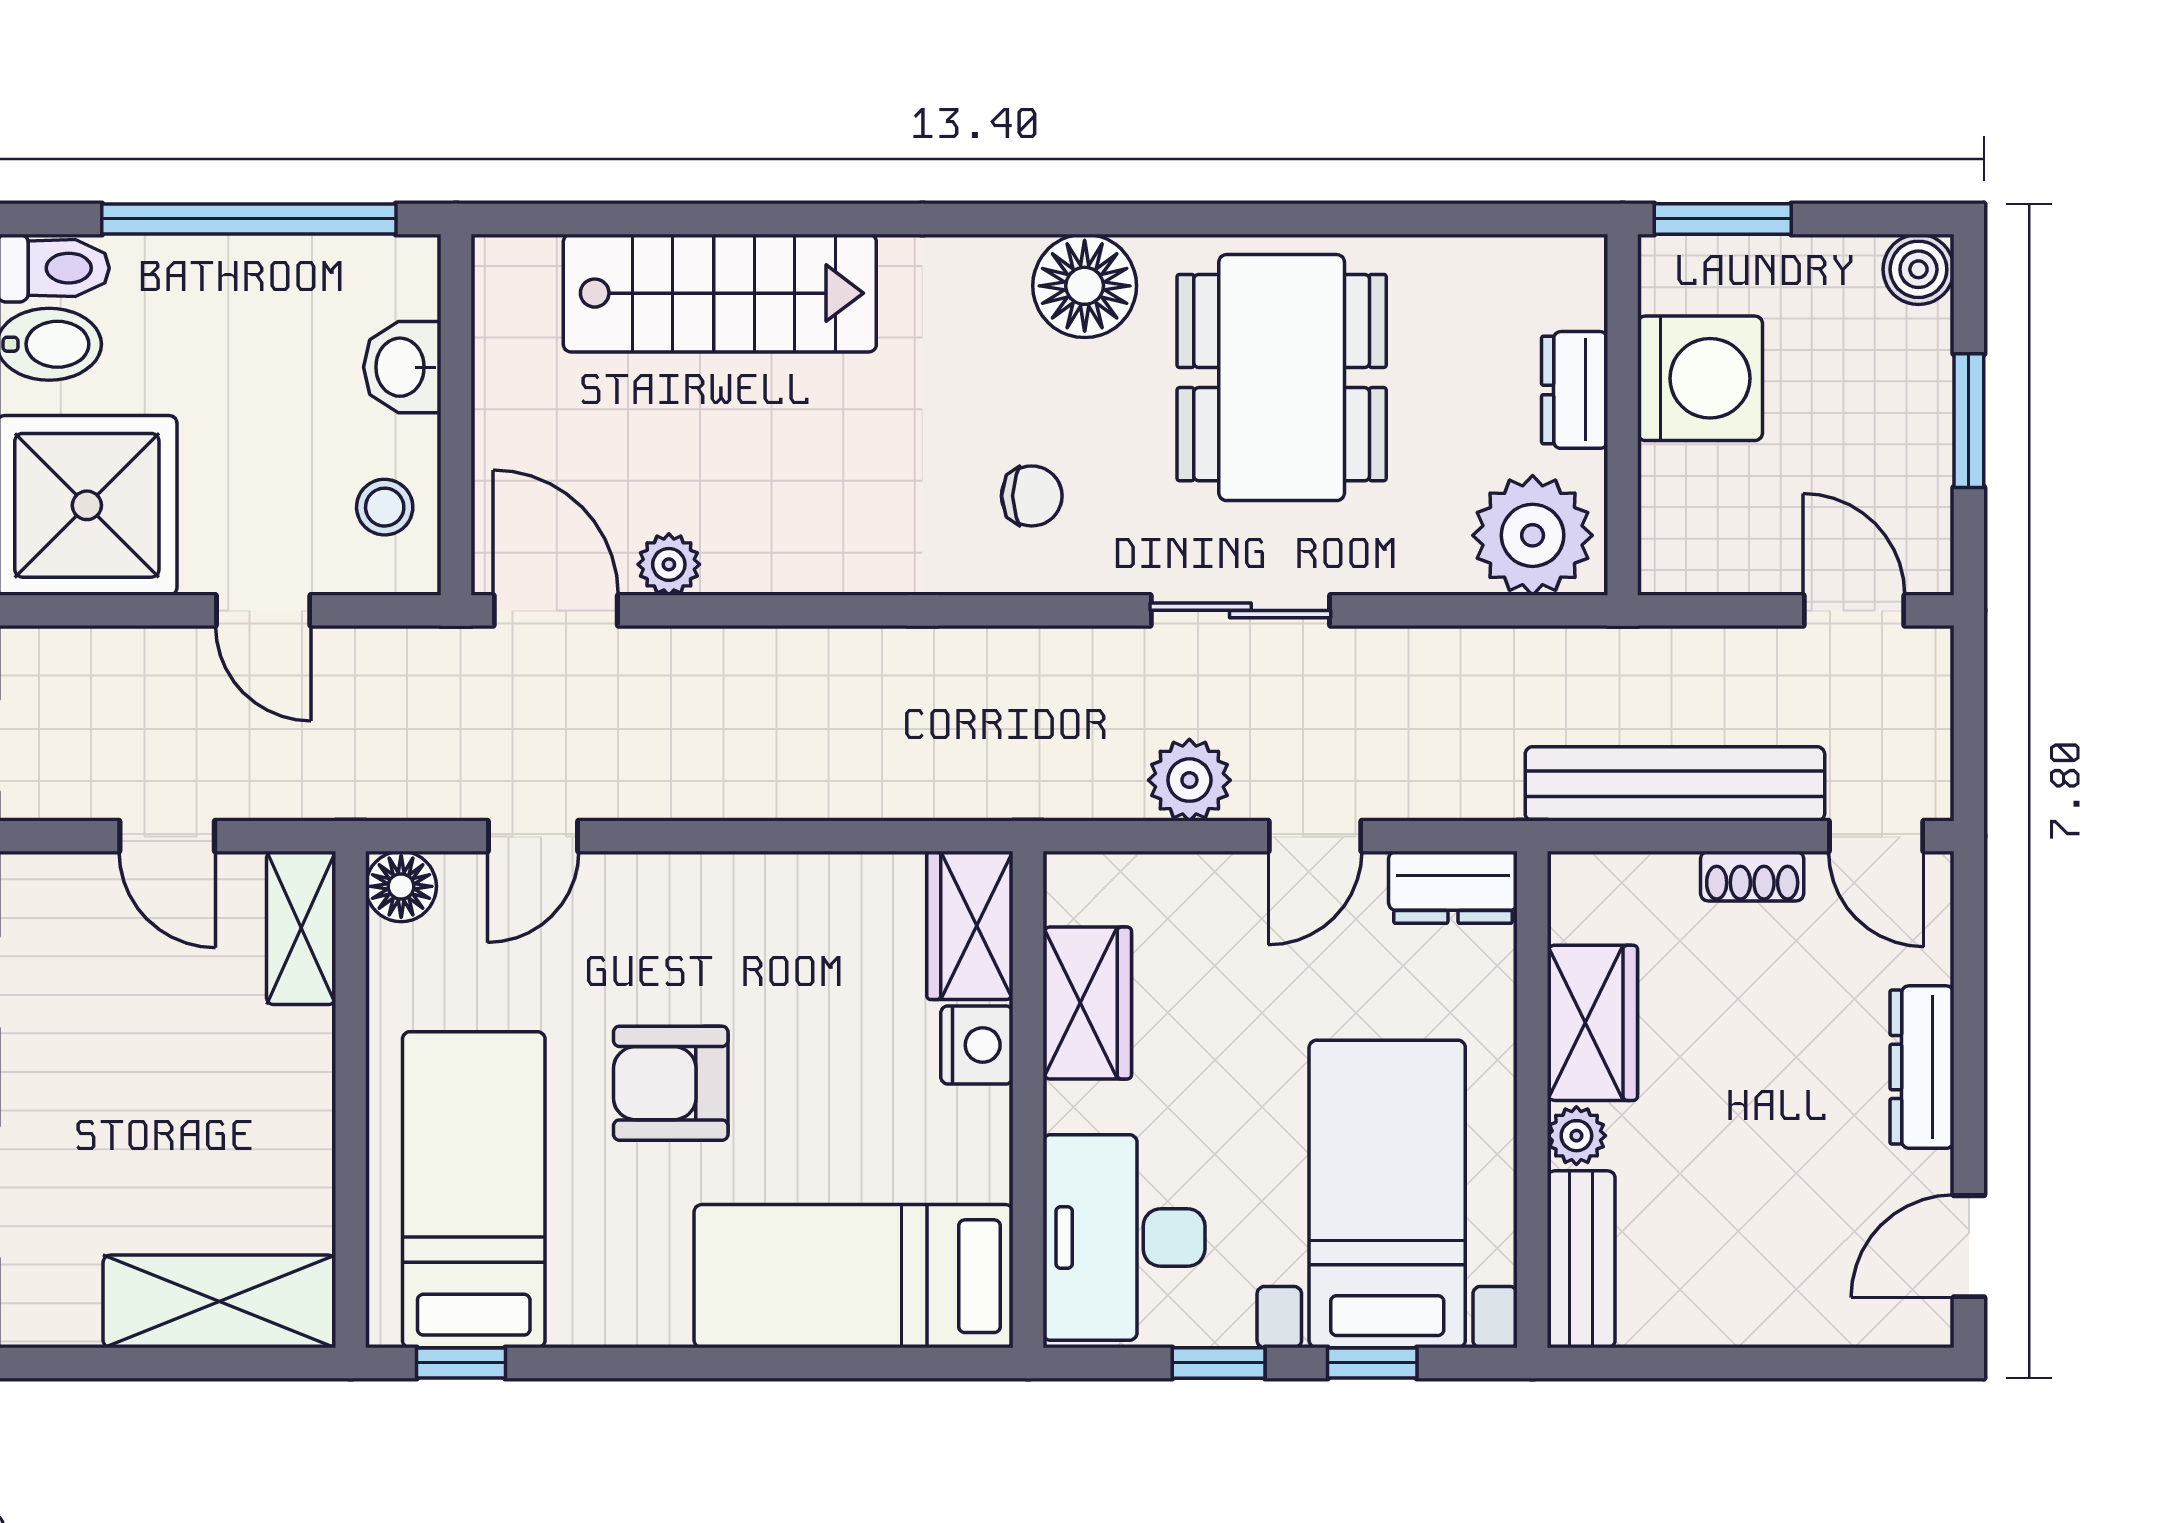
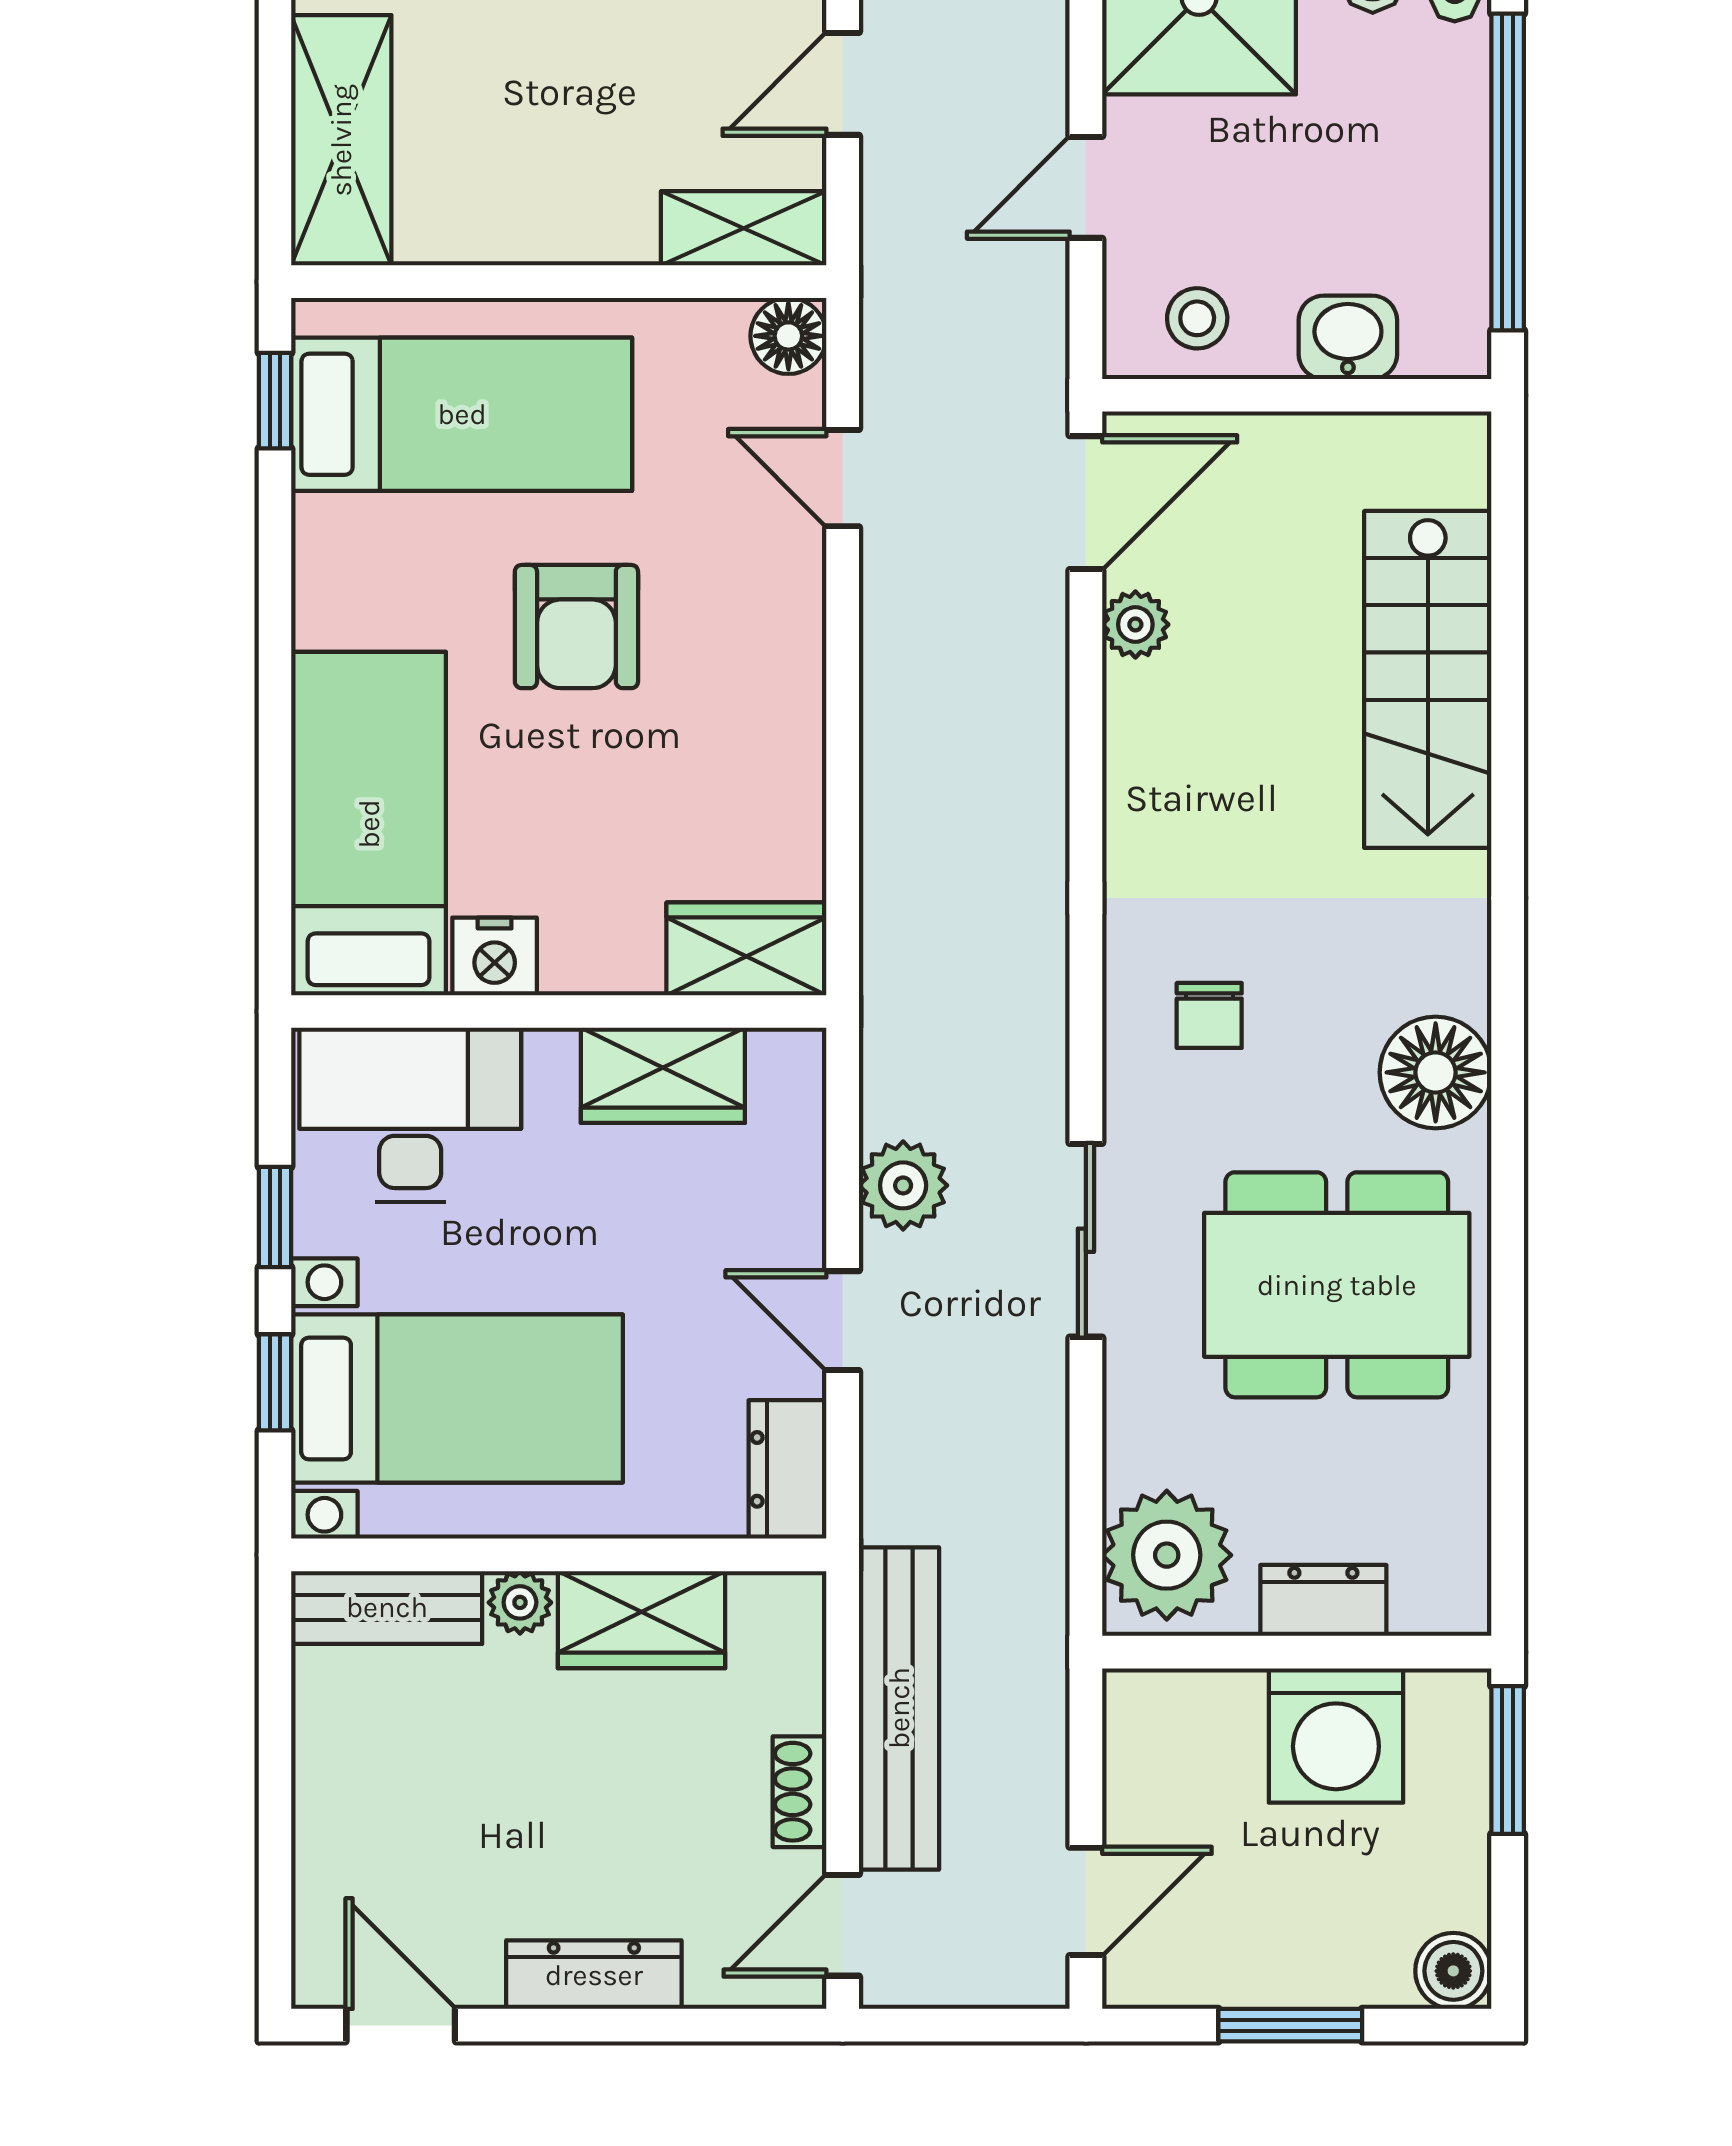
nightstand: (977, 1045) -> (495, 956), moved
armchair: (671, 1083) -> (576, 627), turned 180

